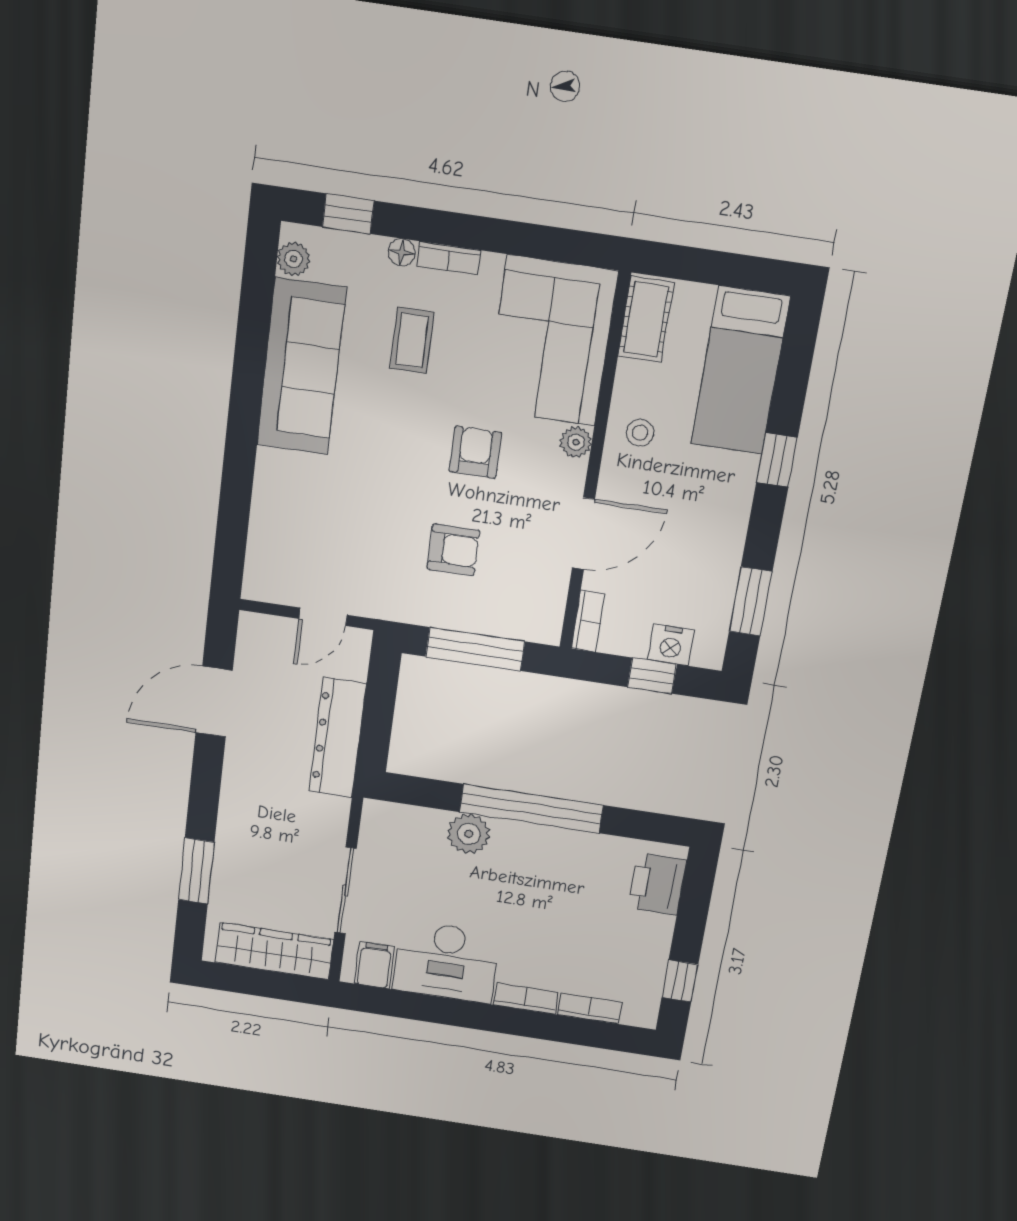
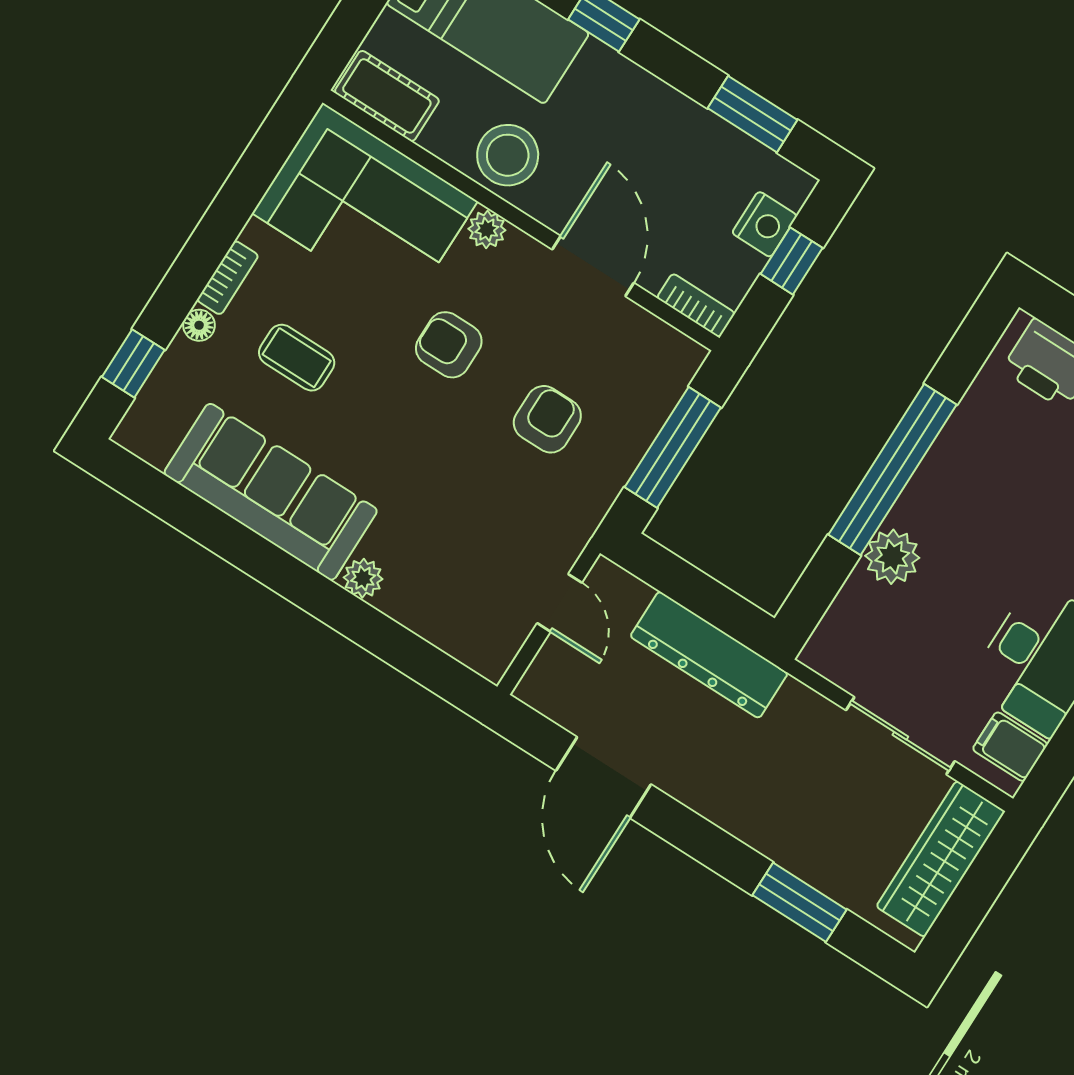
plant: (294, 259) -> (363, 578), moved
stool: (640, 433) -> (508, 155), width x1.89, depth x1.89

